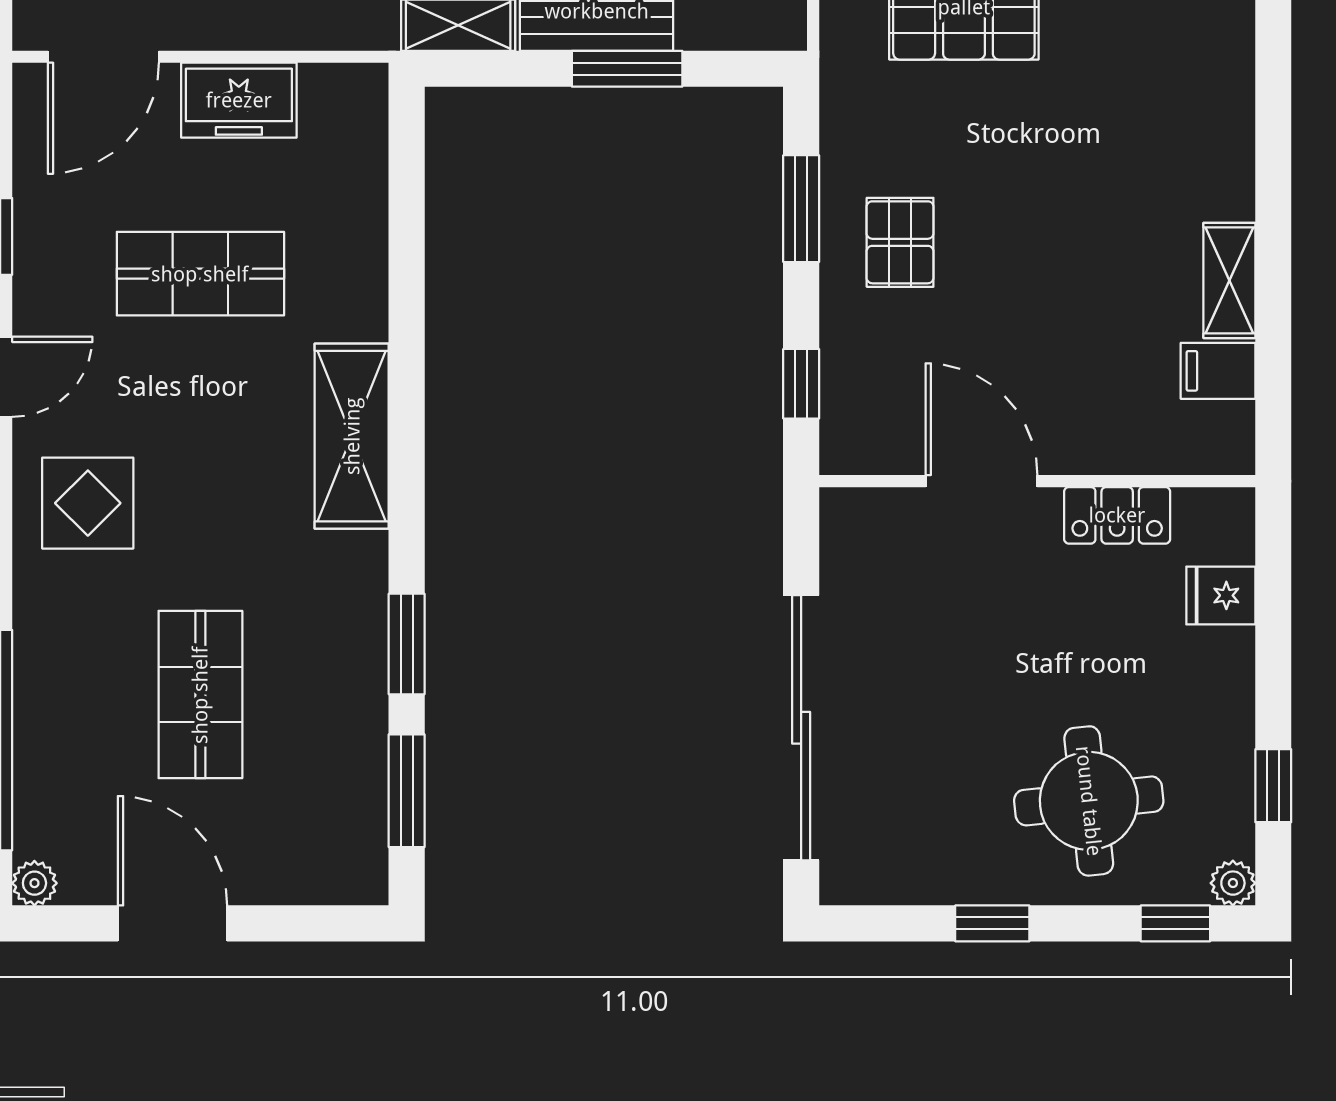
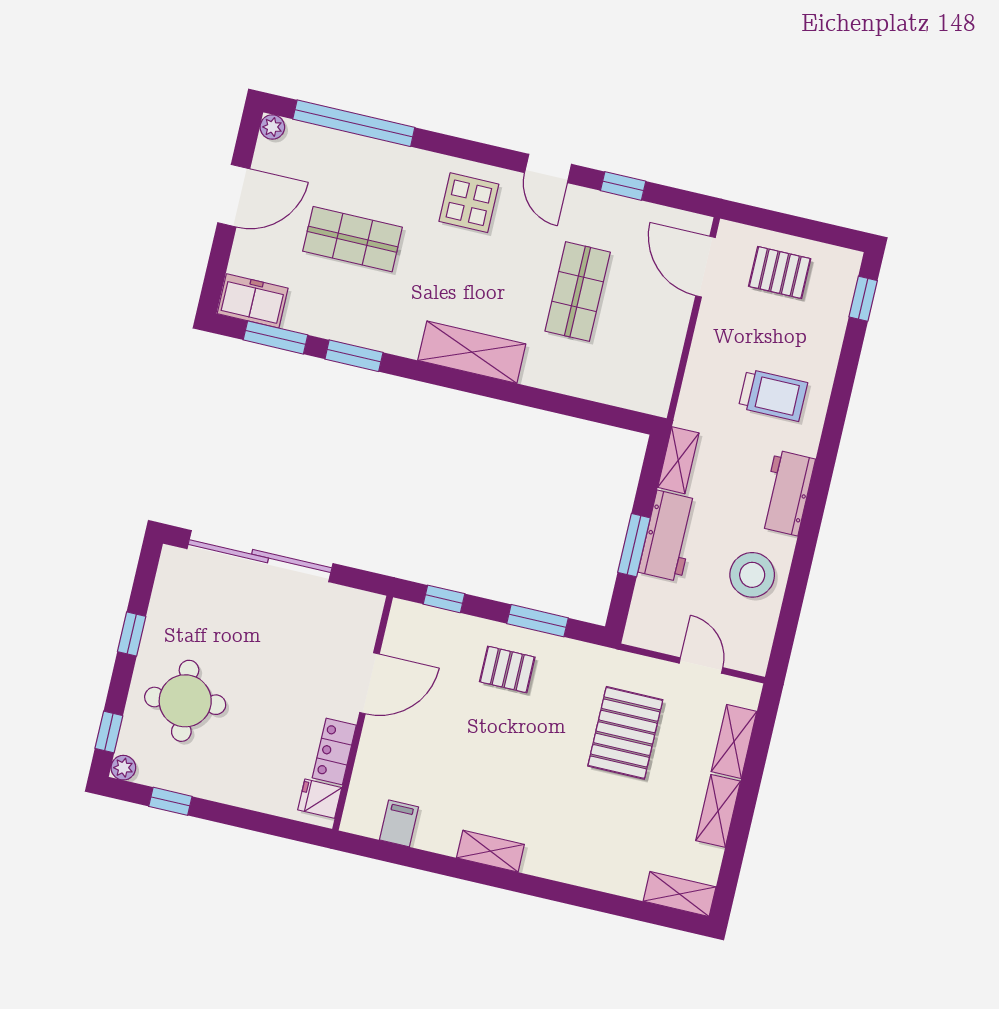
freezer: (239, 100) -> (253, 301), moved, turned 90
shelving: (1229, 280) -> (490, 851), moved
fridge: (1221, 595) -> (320, 799), moved, turned -90

